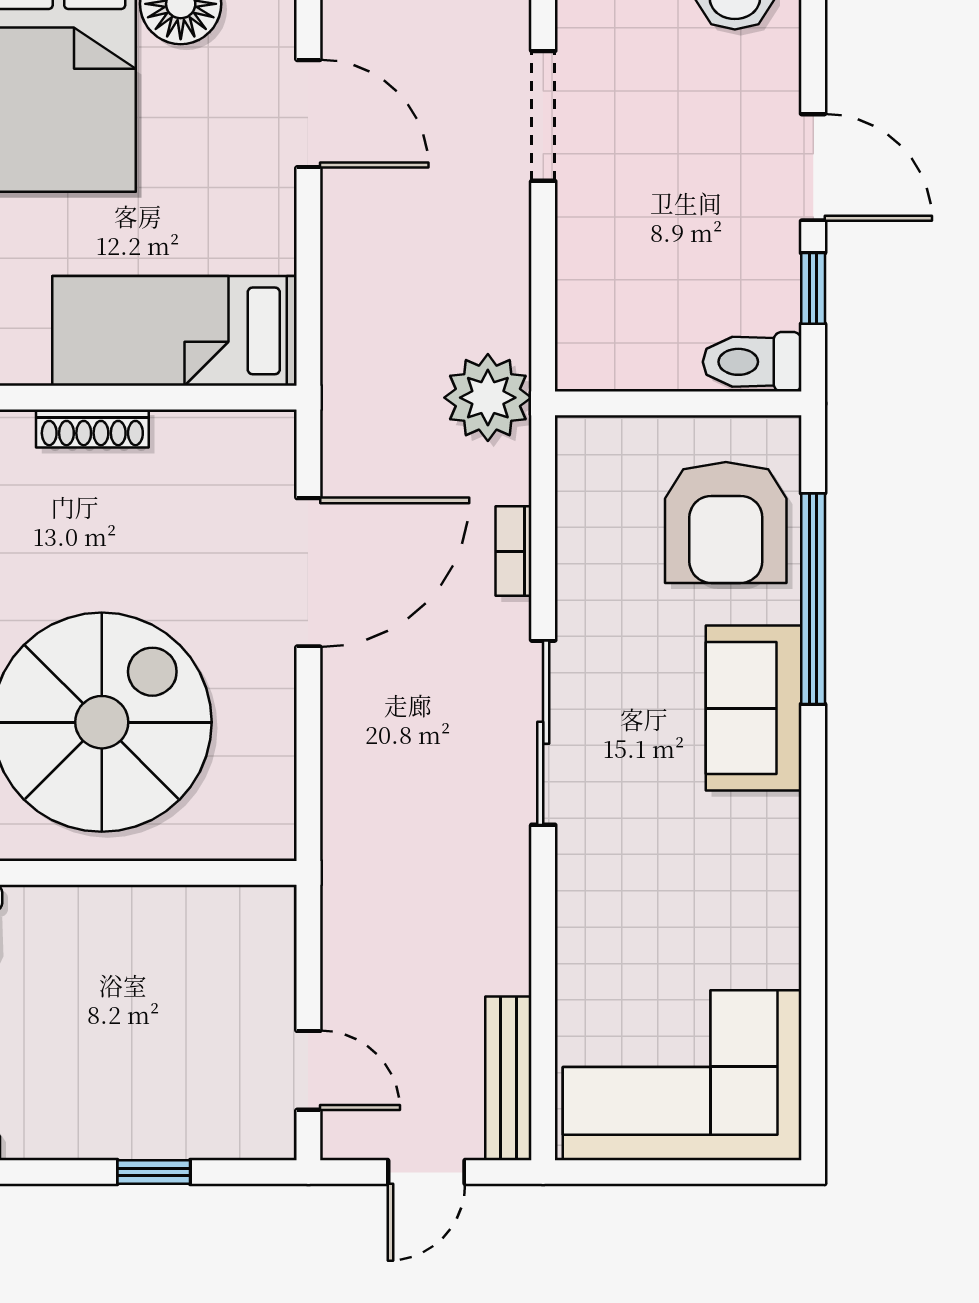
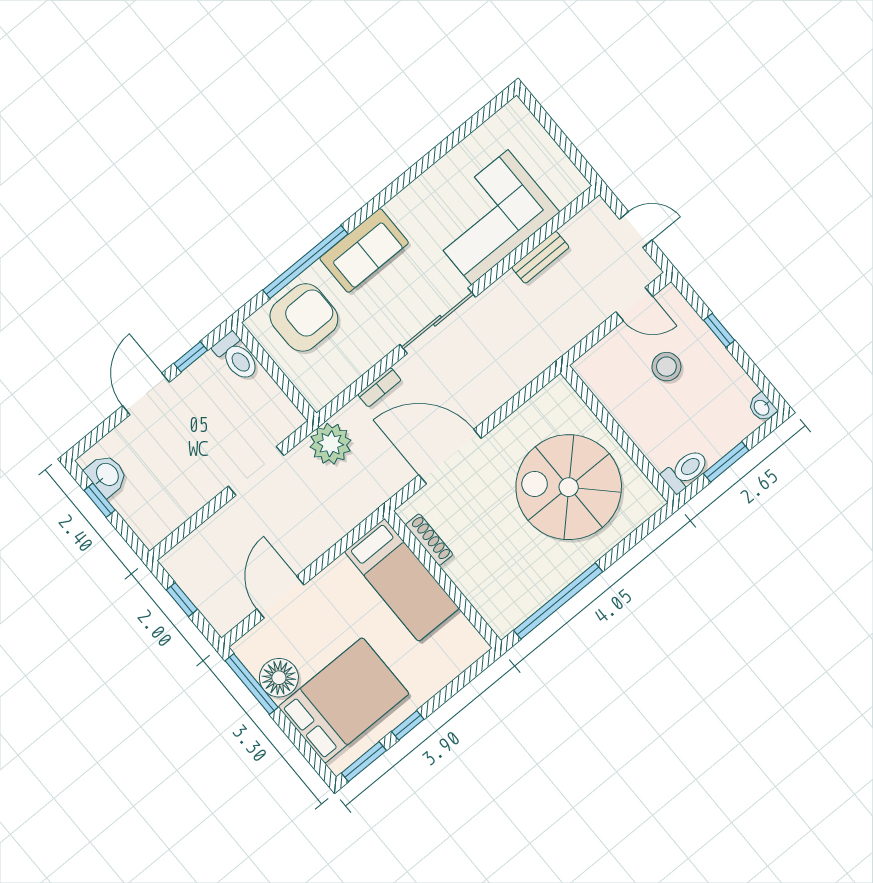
doorway: (543, 116) -> (256, 471), moved
shoe rack: (92, 428) -> (429, 540), moved
stool: (165, 1039) -> (666, 367), added
door: (308, 1070) -> (634, 304), swing flipped
corner sofa: (682, 1075) -> (490, 217), moved, turned 90
bench: (508, 1078) -> (540, 257), moved, width x0.73

